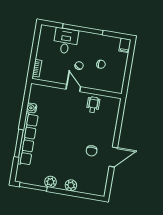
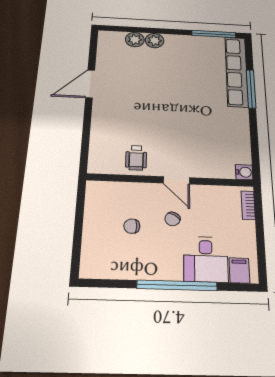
filing cabinet: (125, 45) -> (239, 270), moved
water cooler: (32, 108) -> (244, 172), moved
row of seats: (28, 139) -> (237, 71), moved
chair: (92, 151) -> (128, 89), removed
plant: (51, 182) -> (135, 40), moved

